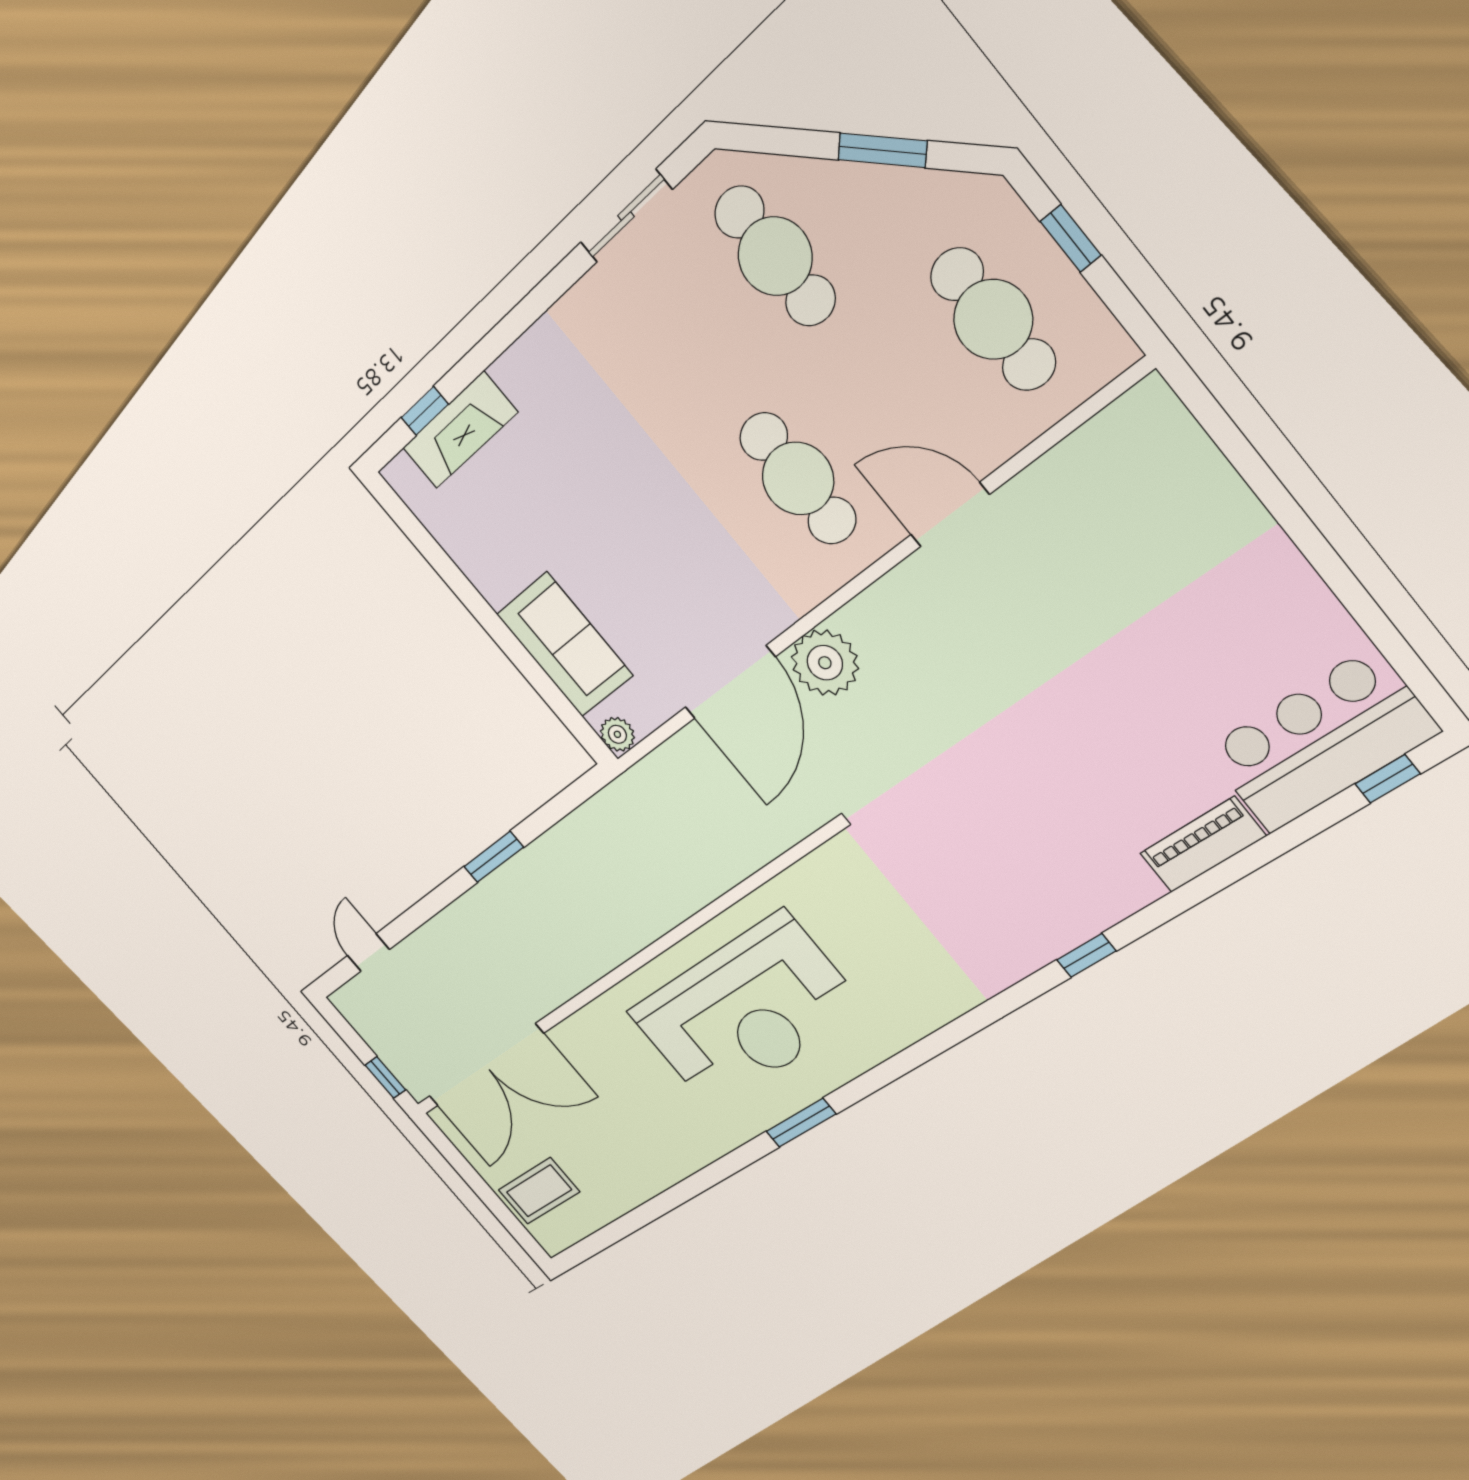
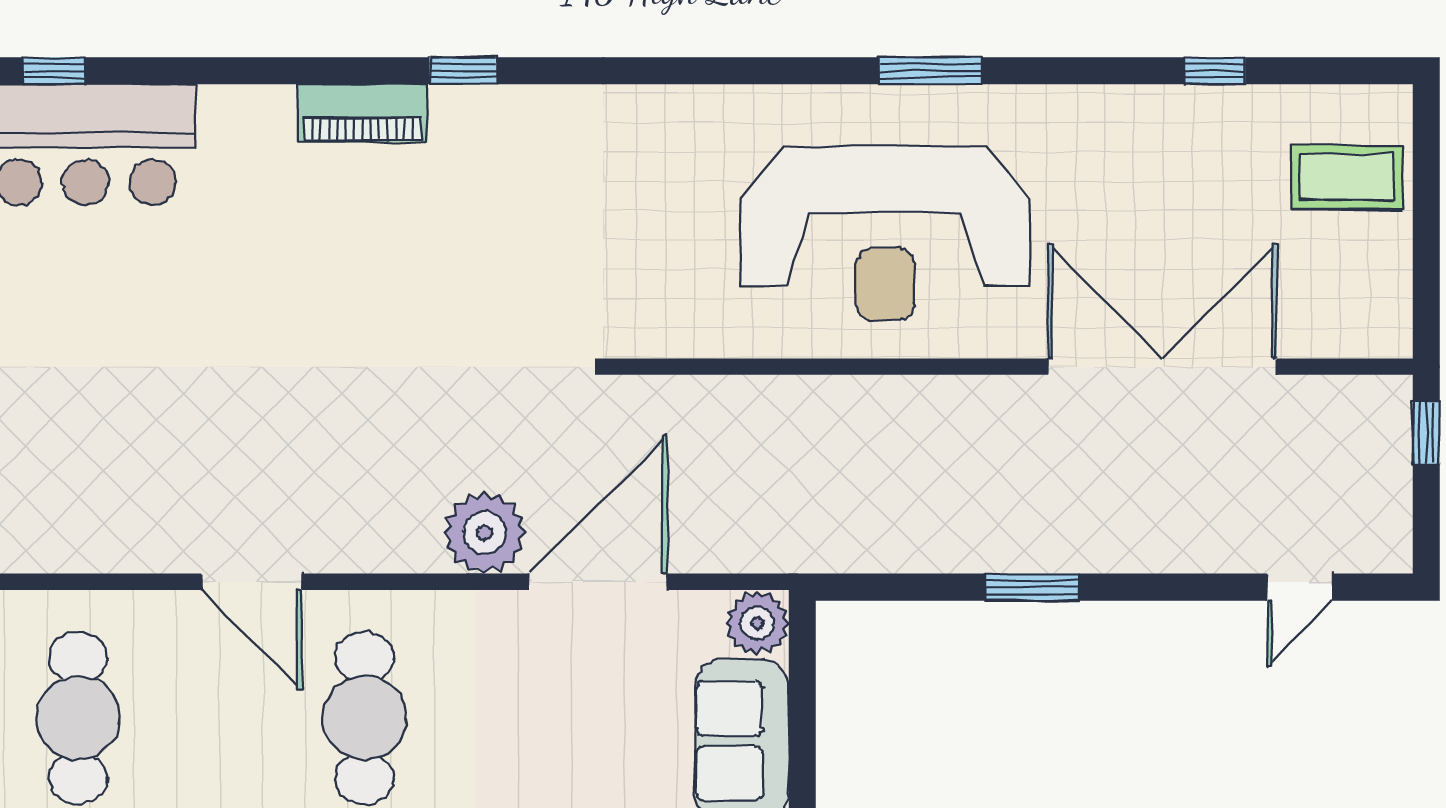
plant: (617, 734) -> (757, 623), width x1.38, depth x1.38
piano: (1203, 845) -> (362, 113), moved
reception desk: (746, 1012) -> (885, 233), turned 180
double door: (485, 1065) -> (1162, 367), moved
window: (652, 1210) -> (1215, 71), added

